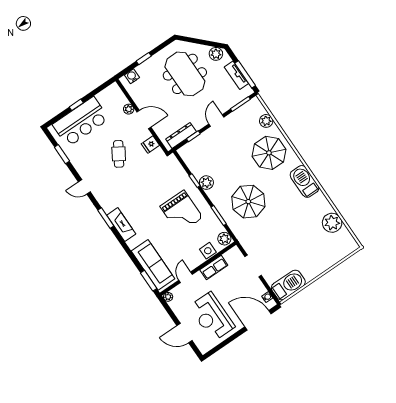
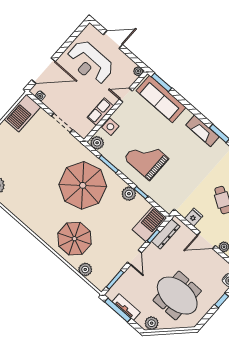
barbecue: (305, 181) -> (149, 224), moved, turned -90
parasol: (248, 202) -> (83, 185), width x1.36, depth x1.36
door: (186, 277) -> (126, 95), swing flipped
reception desk: (212, 317) -> (90, 63), turned 180

